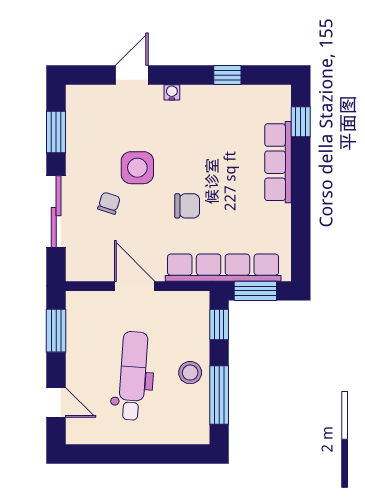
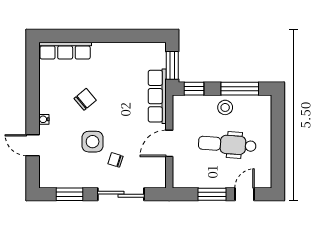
window: (227, 75) -> (33, 83), removed
window: (301, 122) -> (63, 36), removed
row of seats: (278, 162) -> (65, 51), moved
chair: (187, 206) -> (85, 99), moved, turned 50
row of seats: (223, 268) -> (157, 96), width x0.73
window: (56, 331) -> (212, 194), moved

